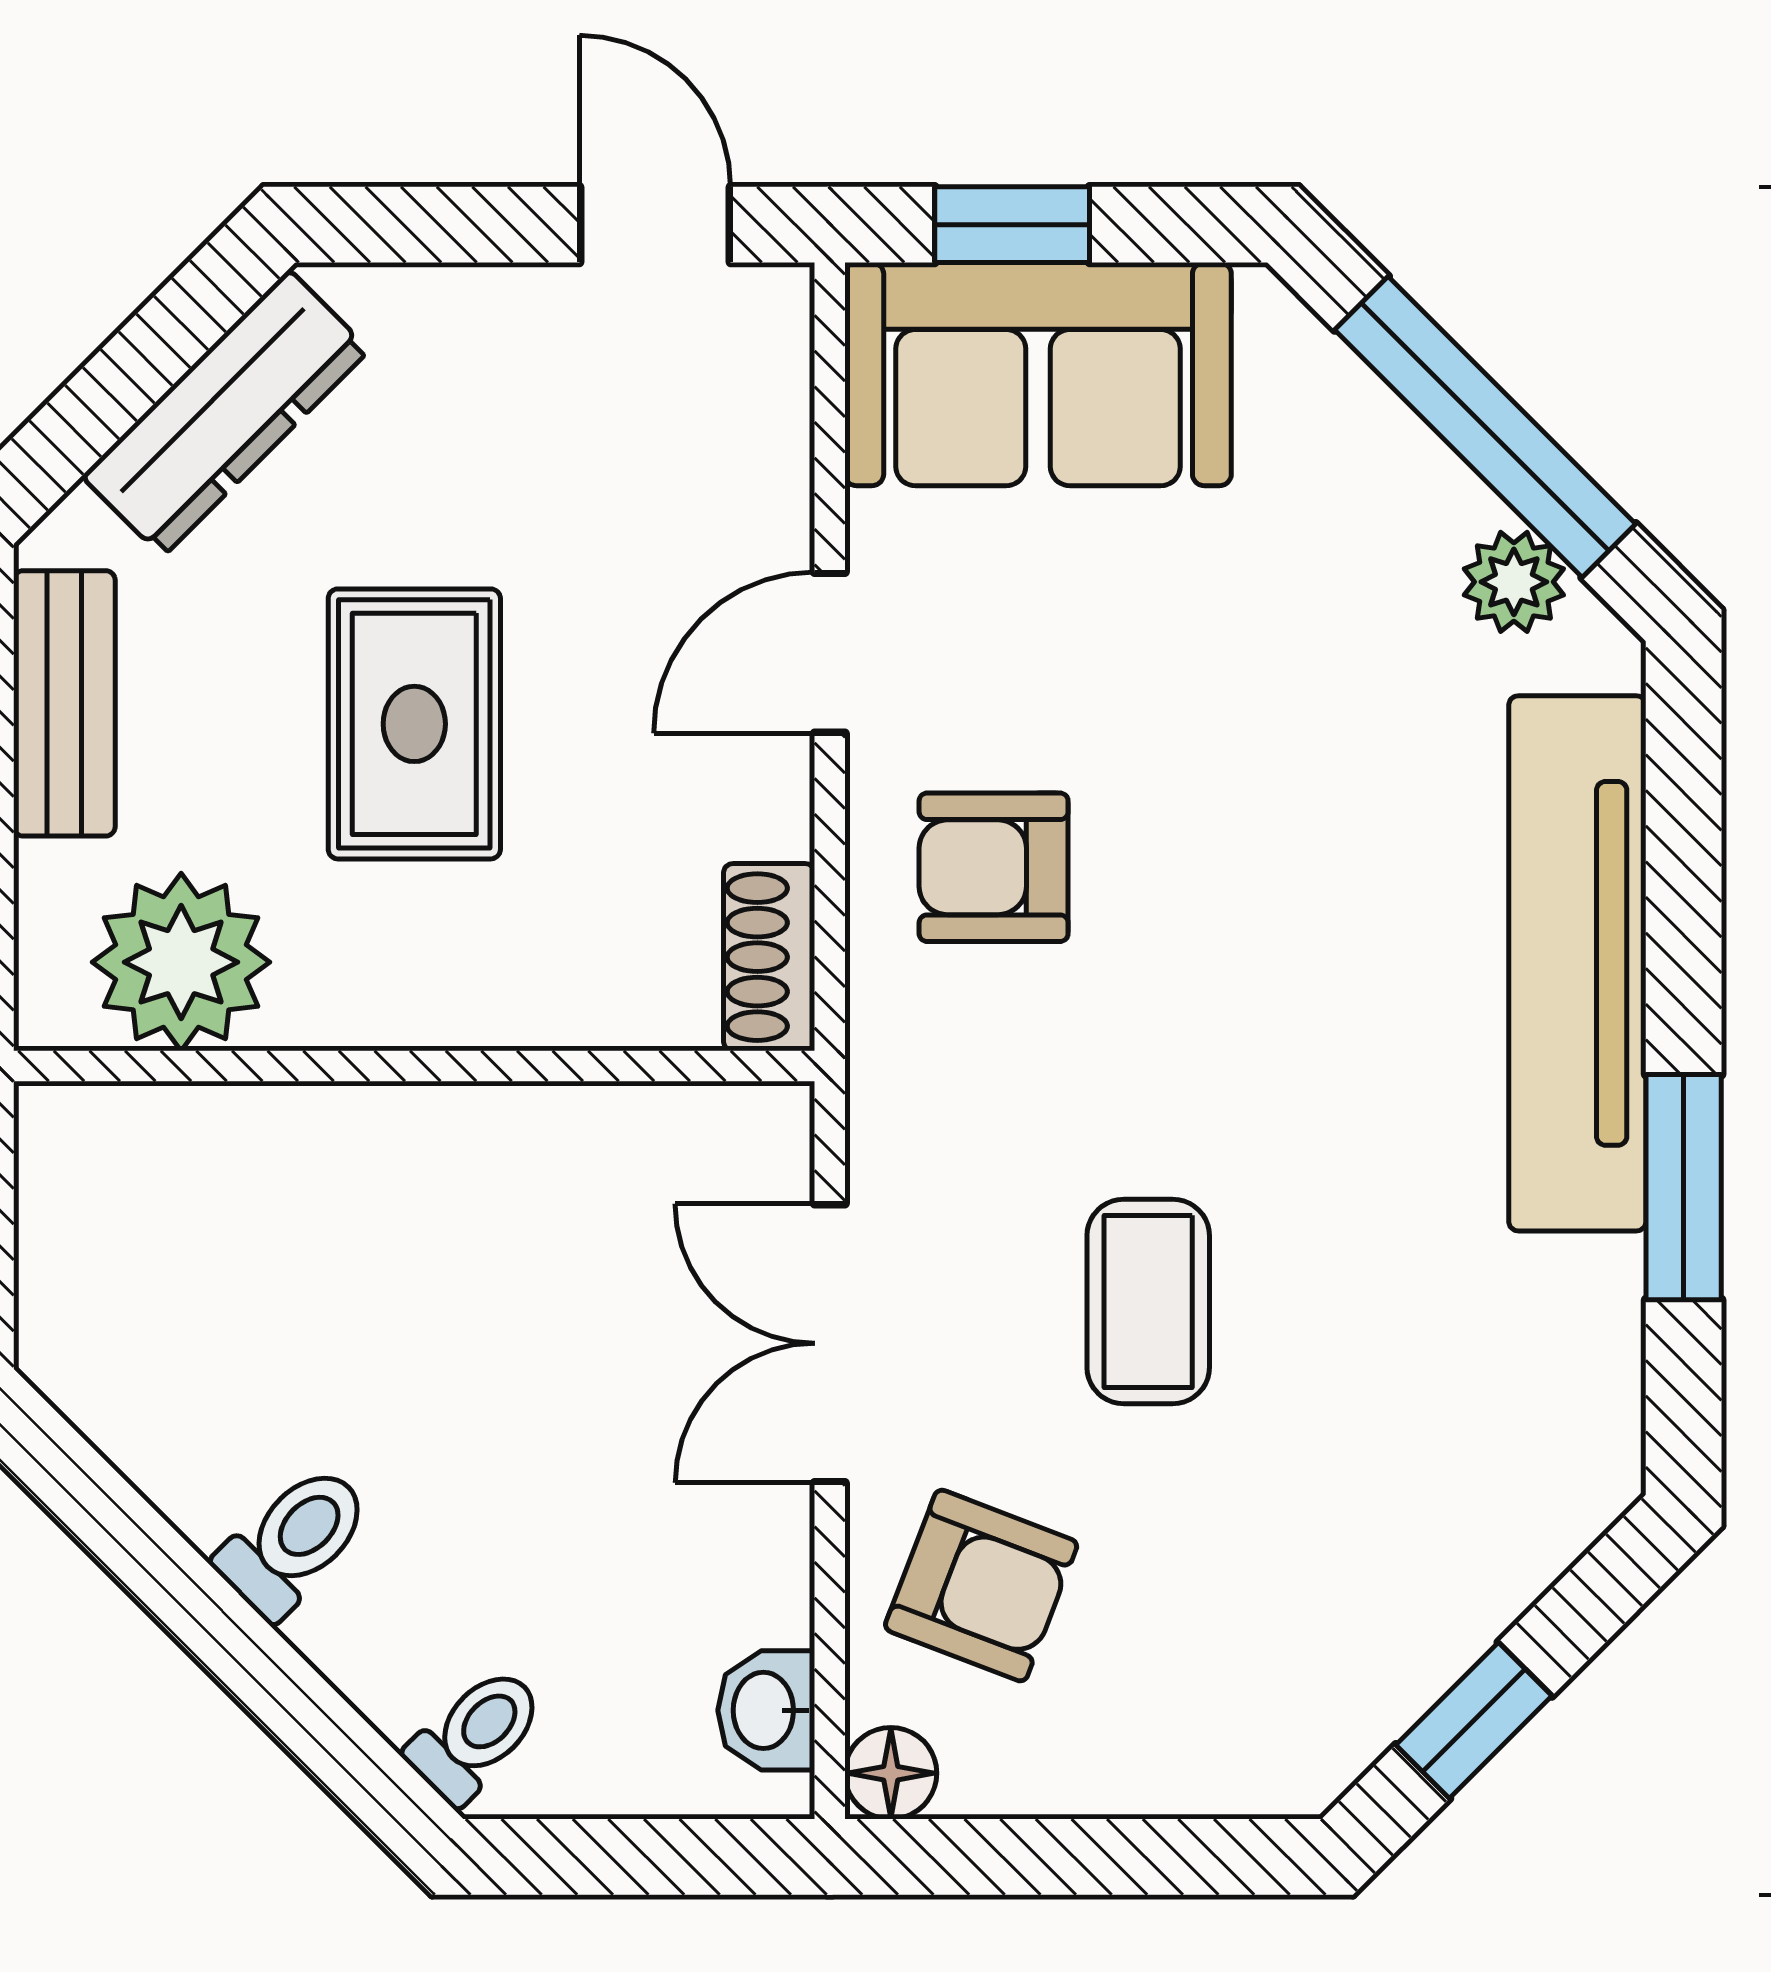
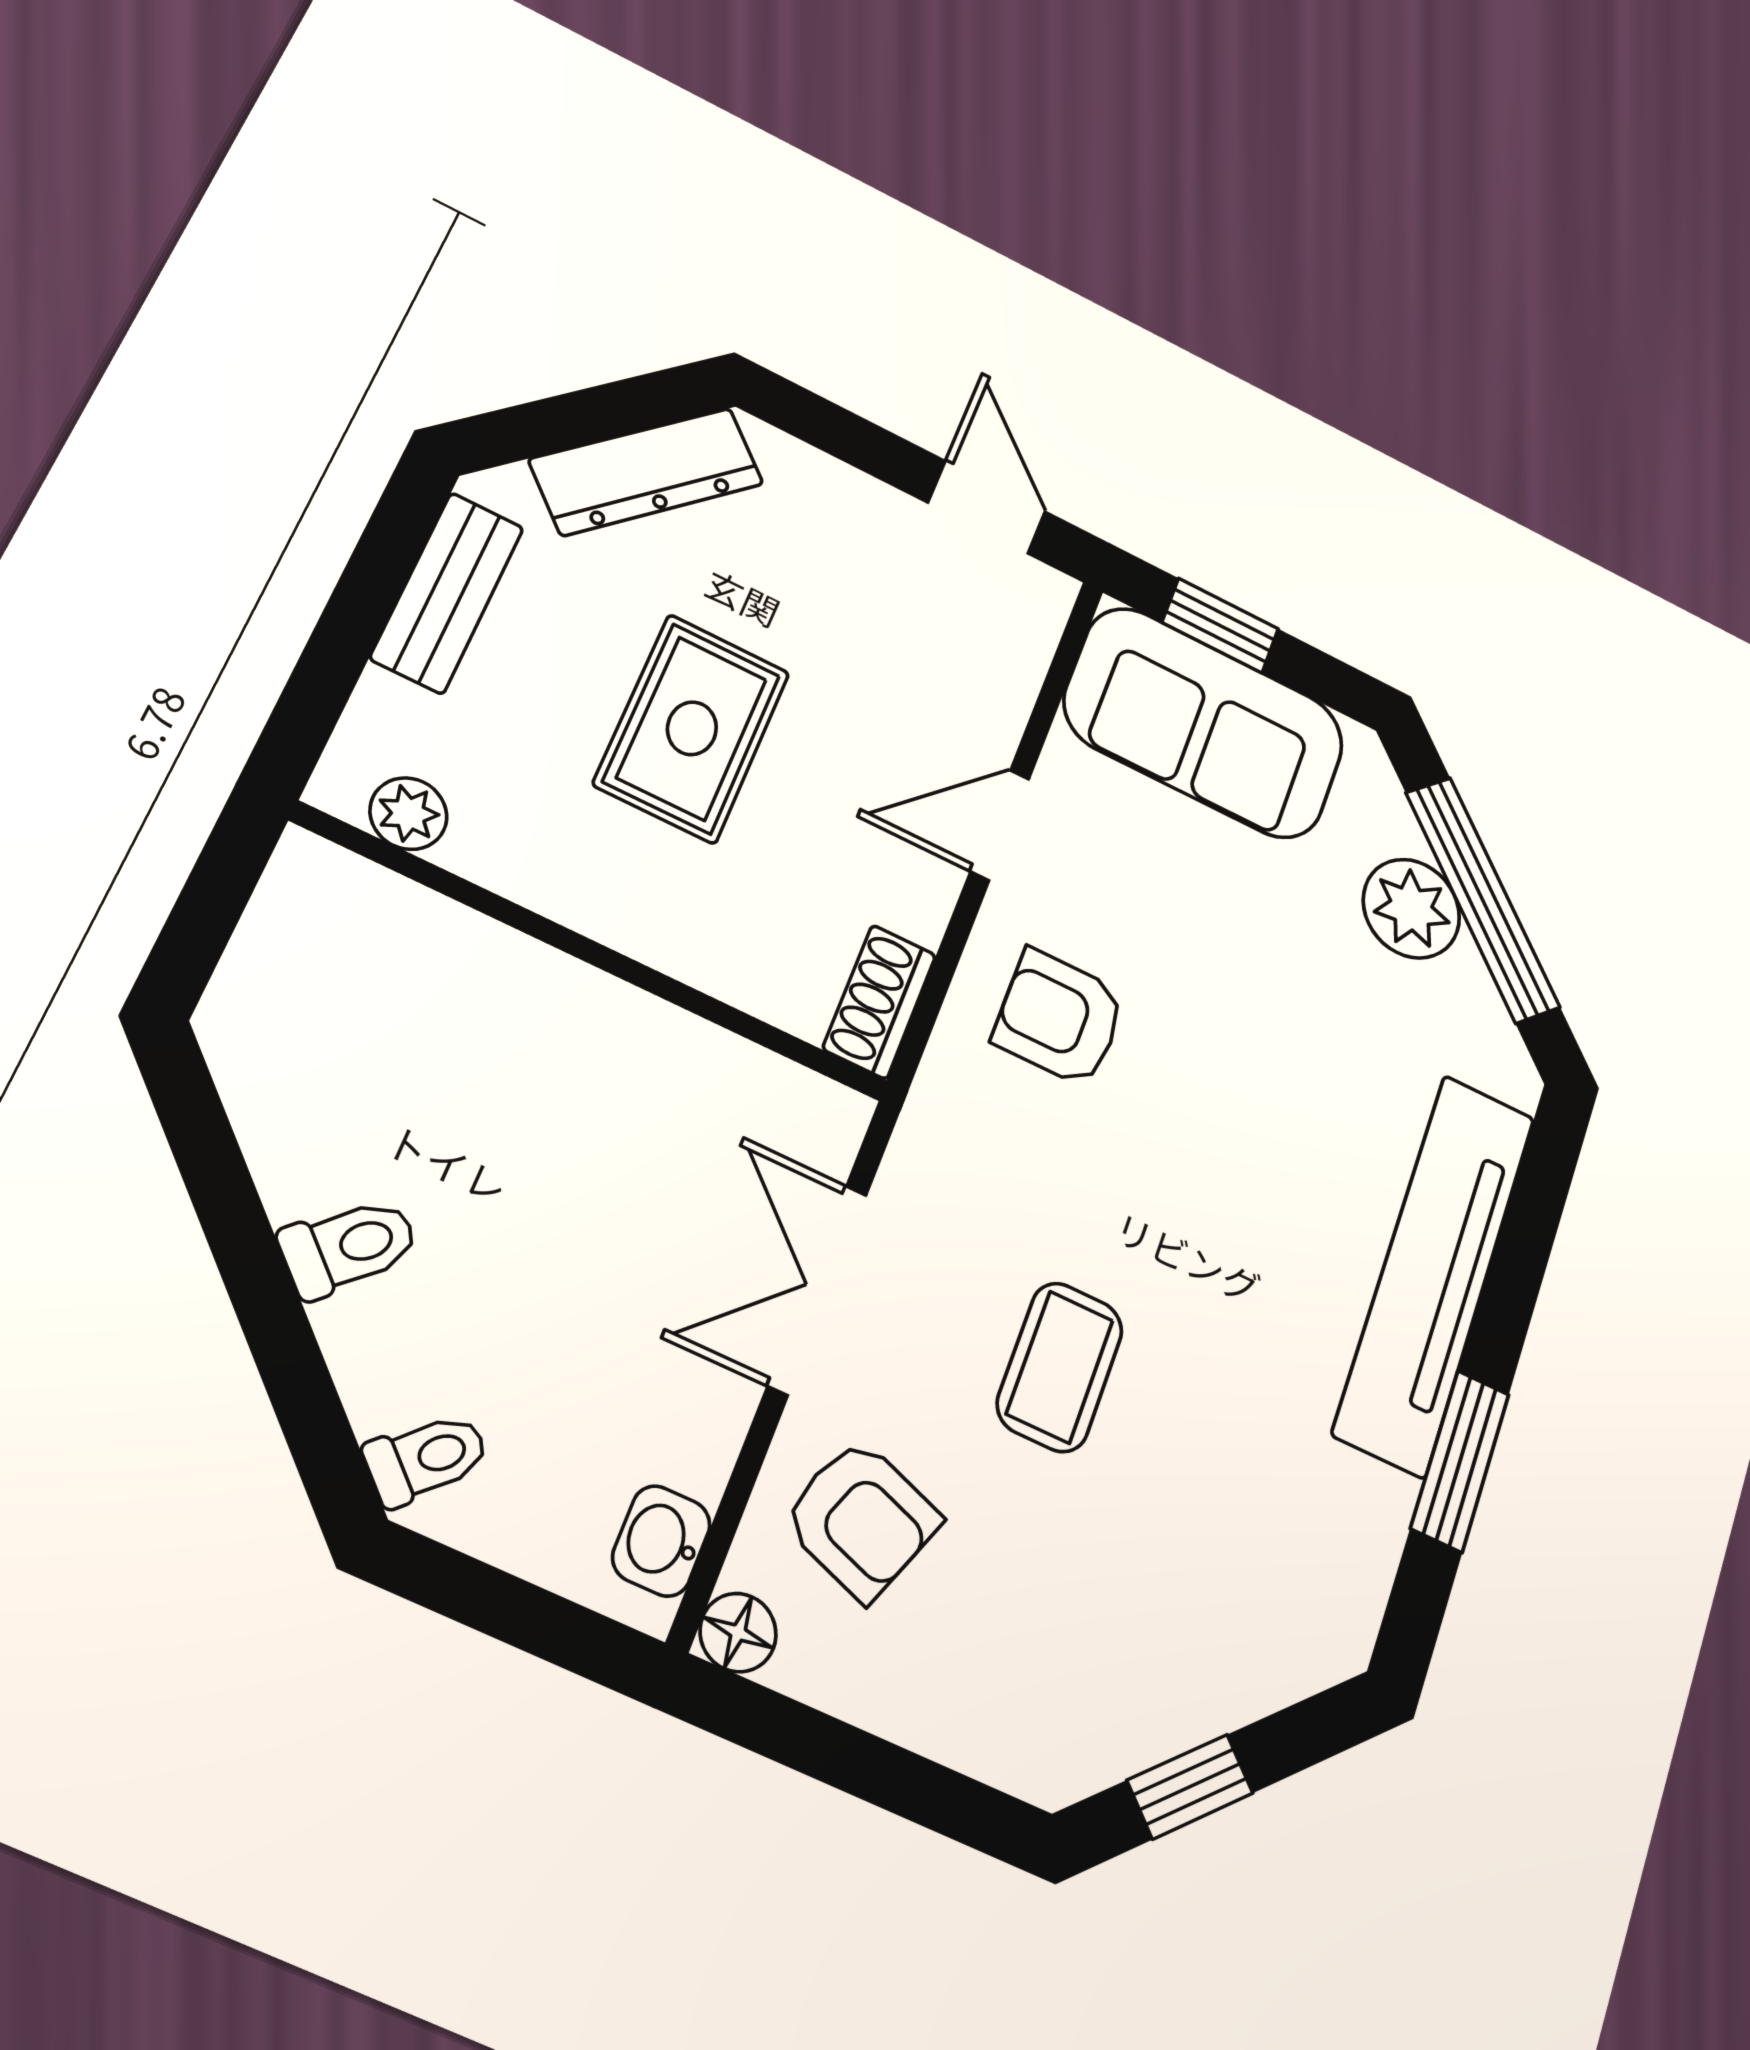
plant: (1514, 582) -> (1411, 909), moved, width x1.38, depth x1.38
plant: (181, 962) -> (408, 814), width x0.53, depth x0.53

